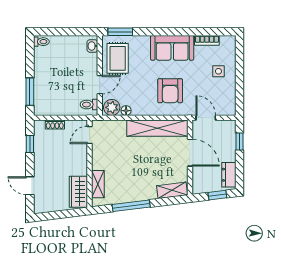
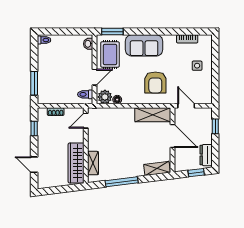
sofa: (172, 48) -> (144, 45), moved
shelving: (157, 128) -> (153, 115), width x0.68
wardrobe: (78, 192) -> (76, 163), width x1.50

